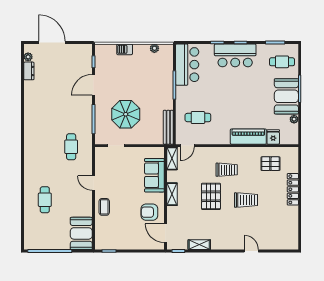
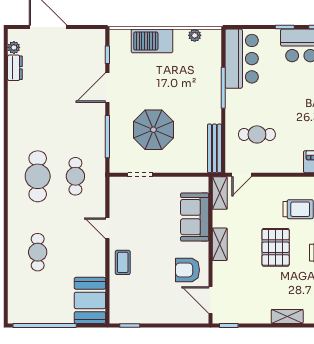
barbecue: (125, 49) -> (152, 41), width x1.88, depth x1.53
cafe table: (45, 147) -> (38, 176), added
shelving: (199, 245) -> (287, 316), moved

